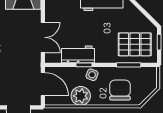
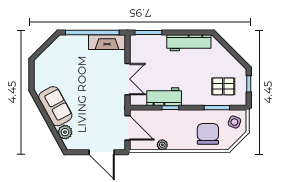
pallet: (135, 44) -> (223, 86), width x0.67, depth x0.71
side table: (92, 75) -> (234, 122), moved
plant: (81, 96) -> (162, 145), width x0.53, depth x0.53

